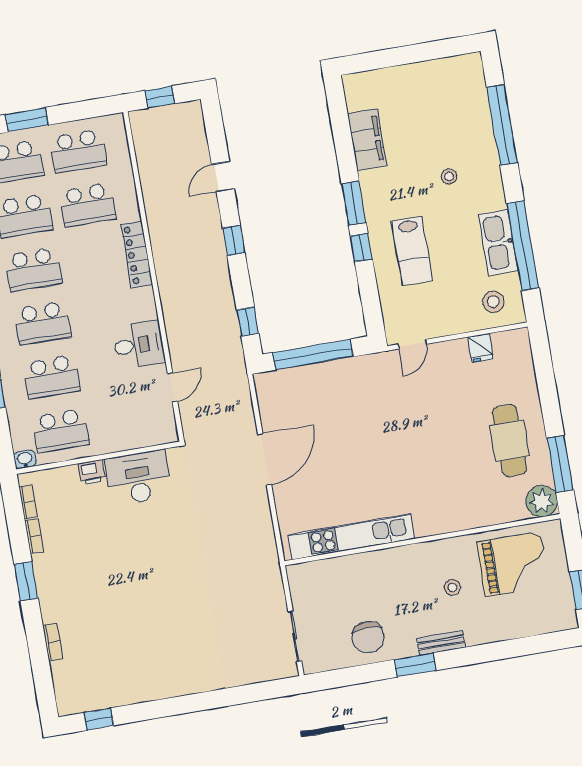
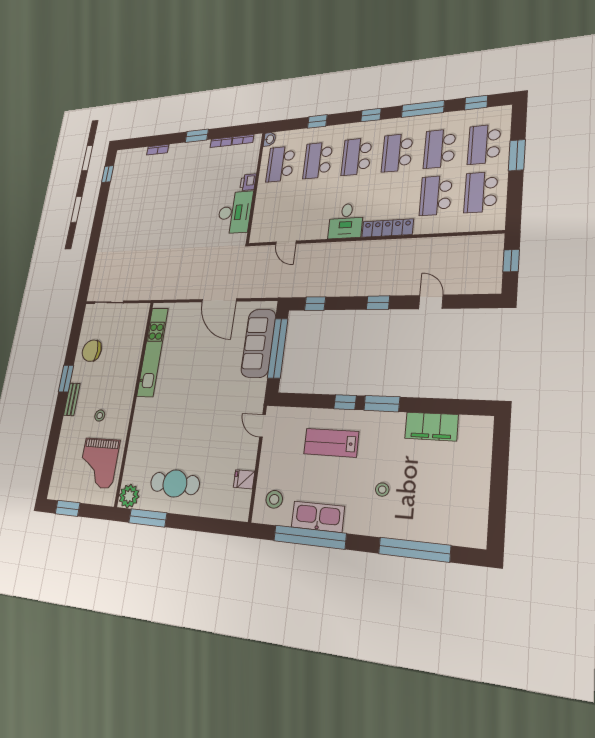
desk: (139, 345) -> (346, 221), moved
sofa: (311, 383) -> (258, 343), added

